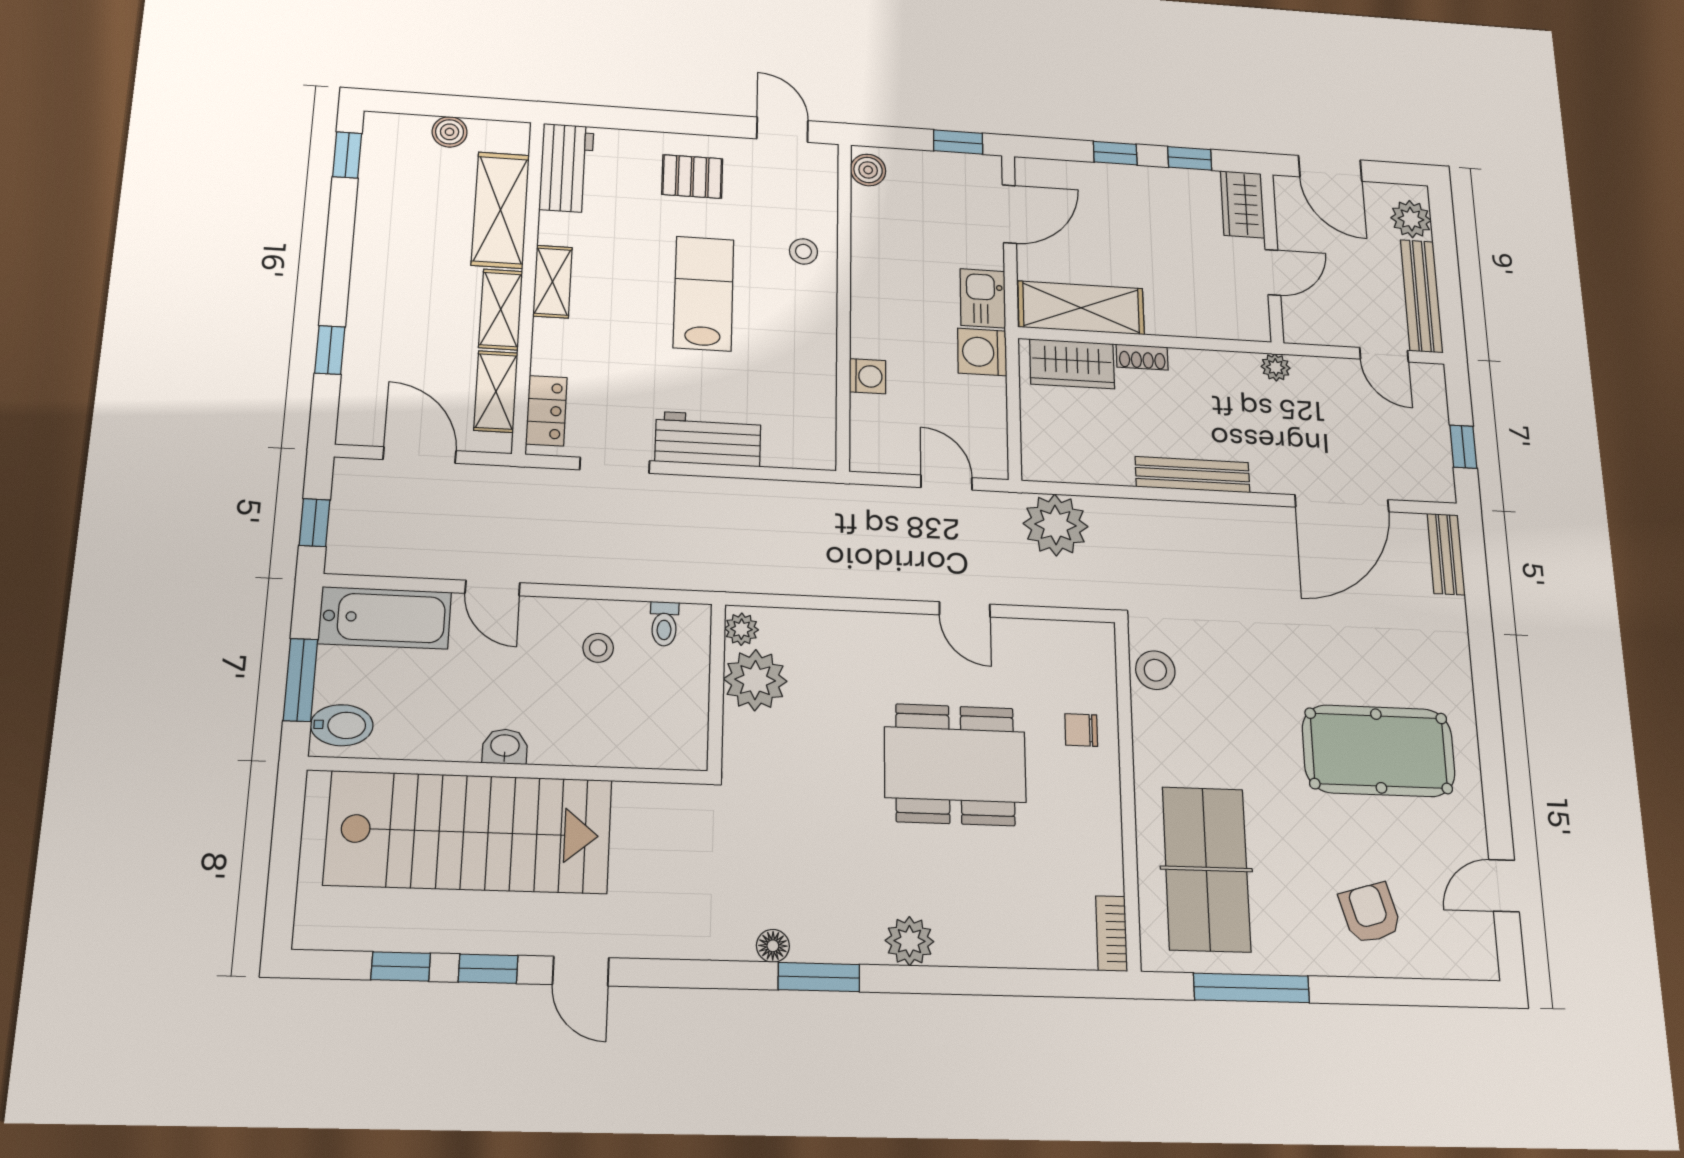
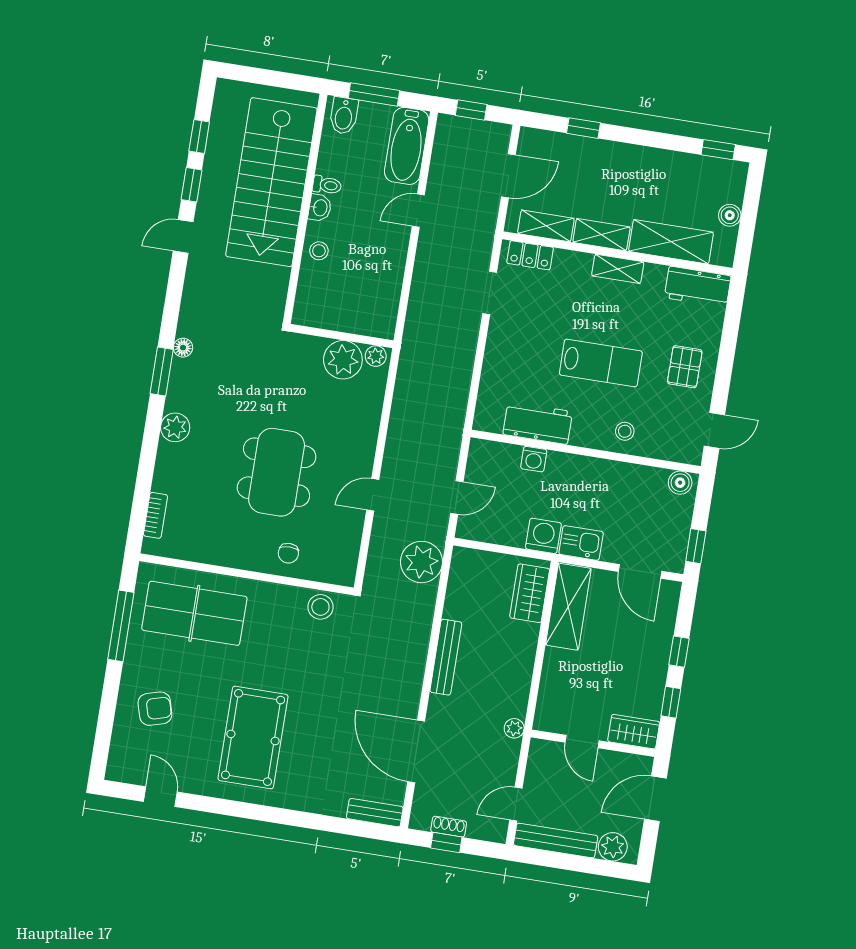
shoe rack: (1142, 357) -> (449, 827), moved, turned 90
workbench: (708, 439) -> (538, 423), moved, turned -90
toilet: (664, 624) -> (327, 185), moved, turned 180
stool: (598, 648) -> (319, 251), moved
chair: (1081, 730) -> (288, 553), turned 180
bookcase: (1112, 933) -> (155, 515), moved, turned 90

